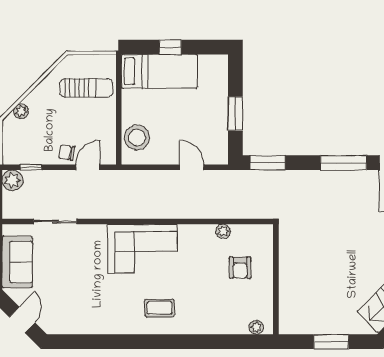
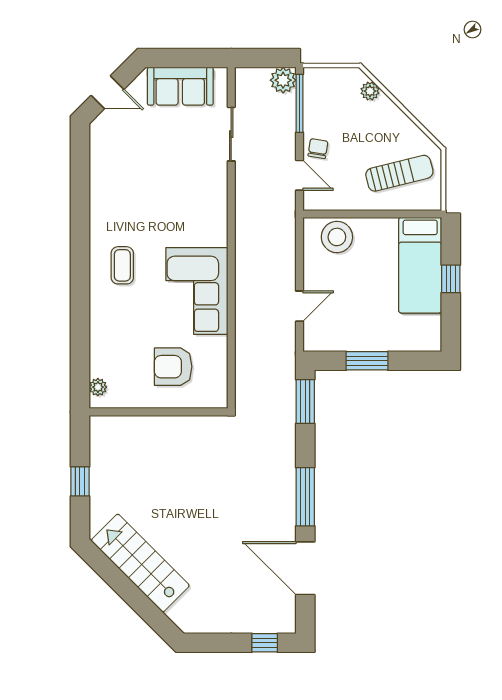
sun lounger: (86, 88) -> (399, 173), turned -104
window: (31, 167) -> (299, 103), width x2.17
plant: (223, 231) -> (219, 345), removed
corner sofa: (142, 249) -> (197, 291), moved
armchair: (240, 268) -> (173, 367), width x1.38, depth x1.38
window: (331, 342) -> (80, 481), width x0.67

